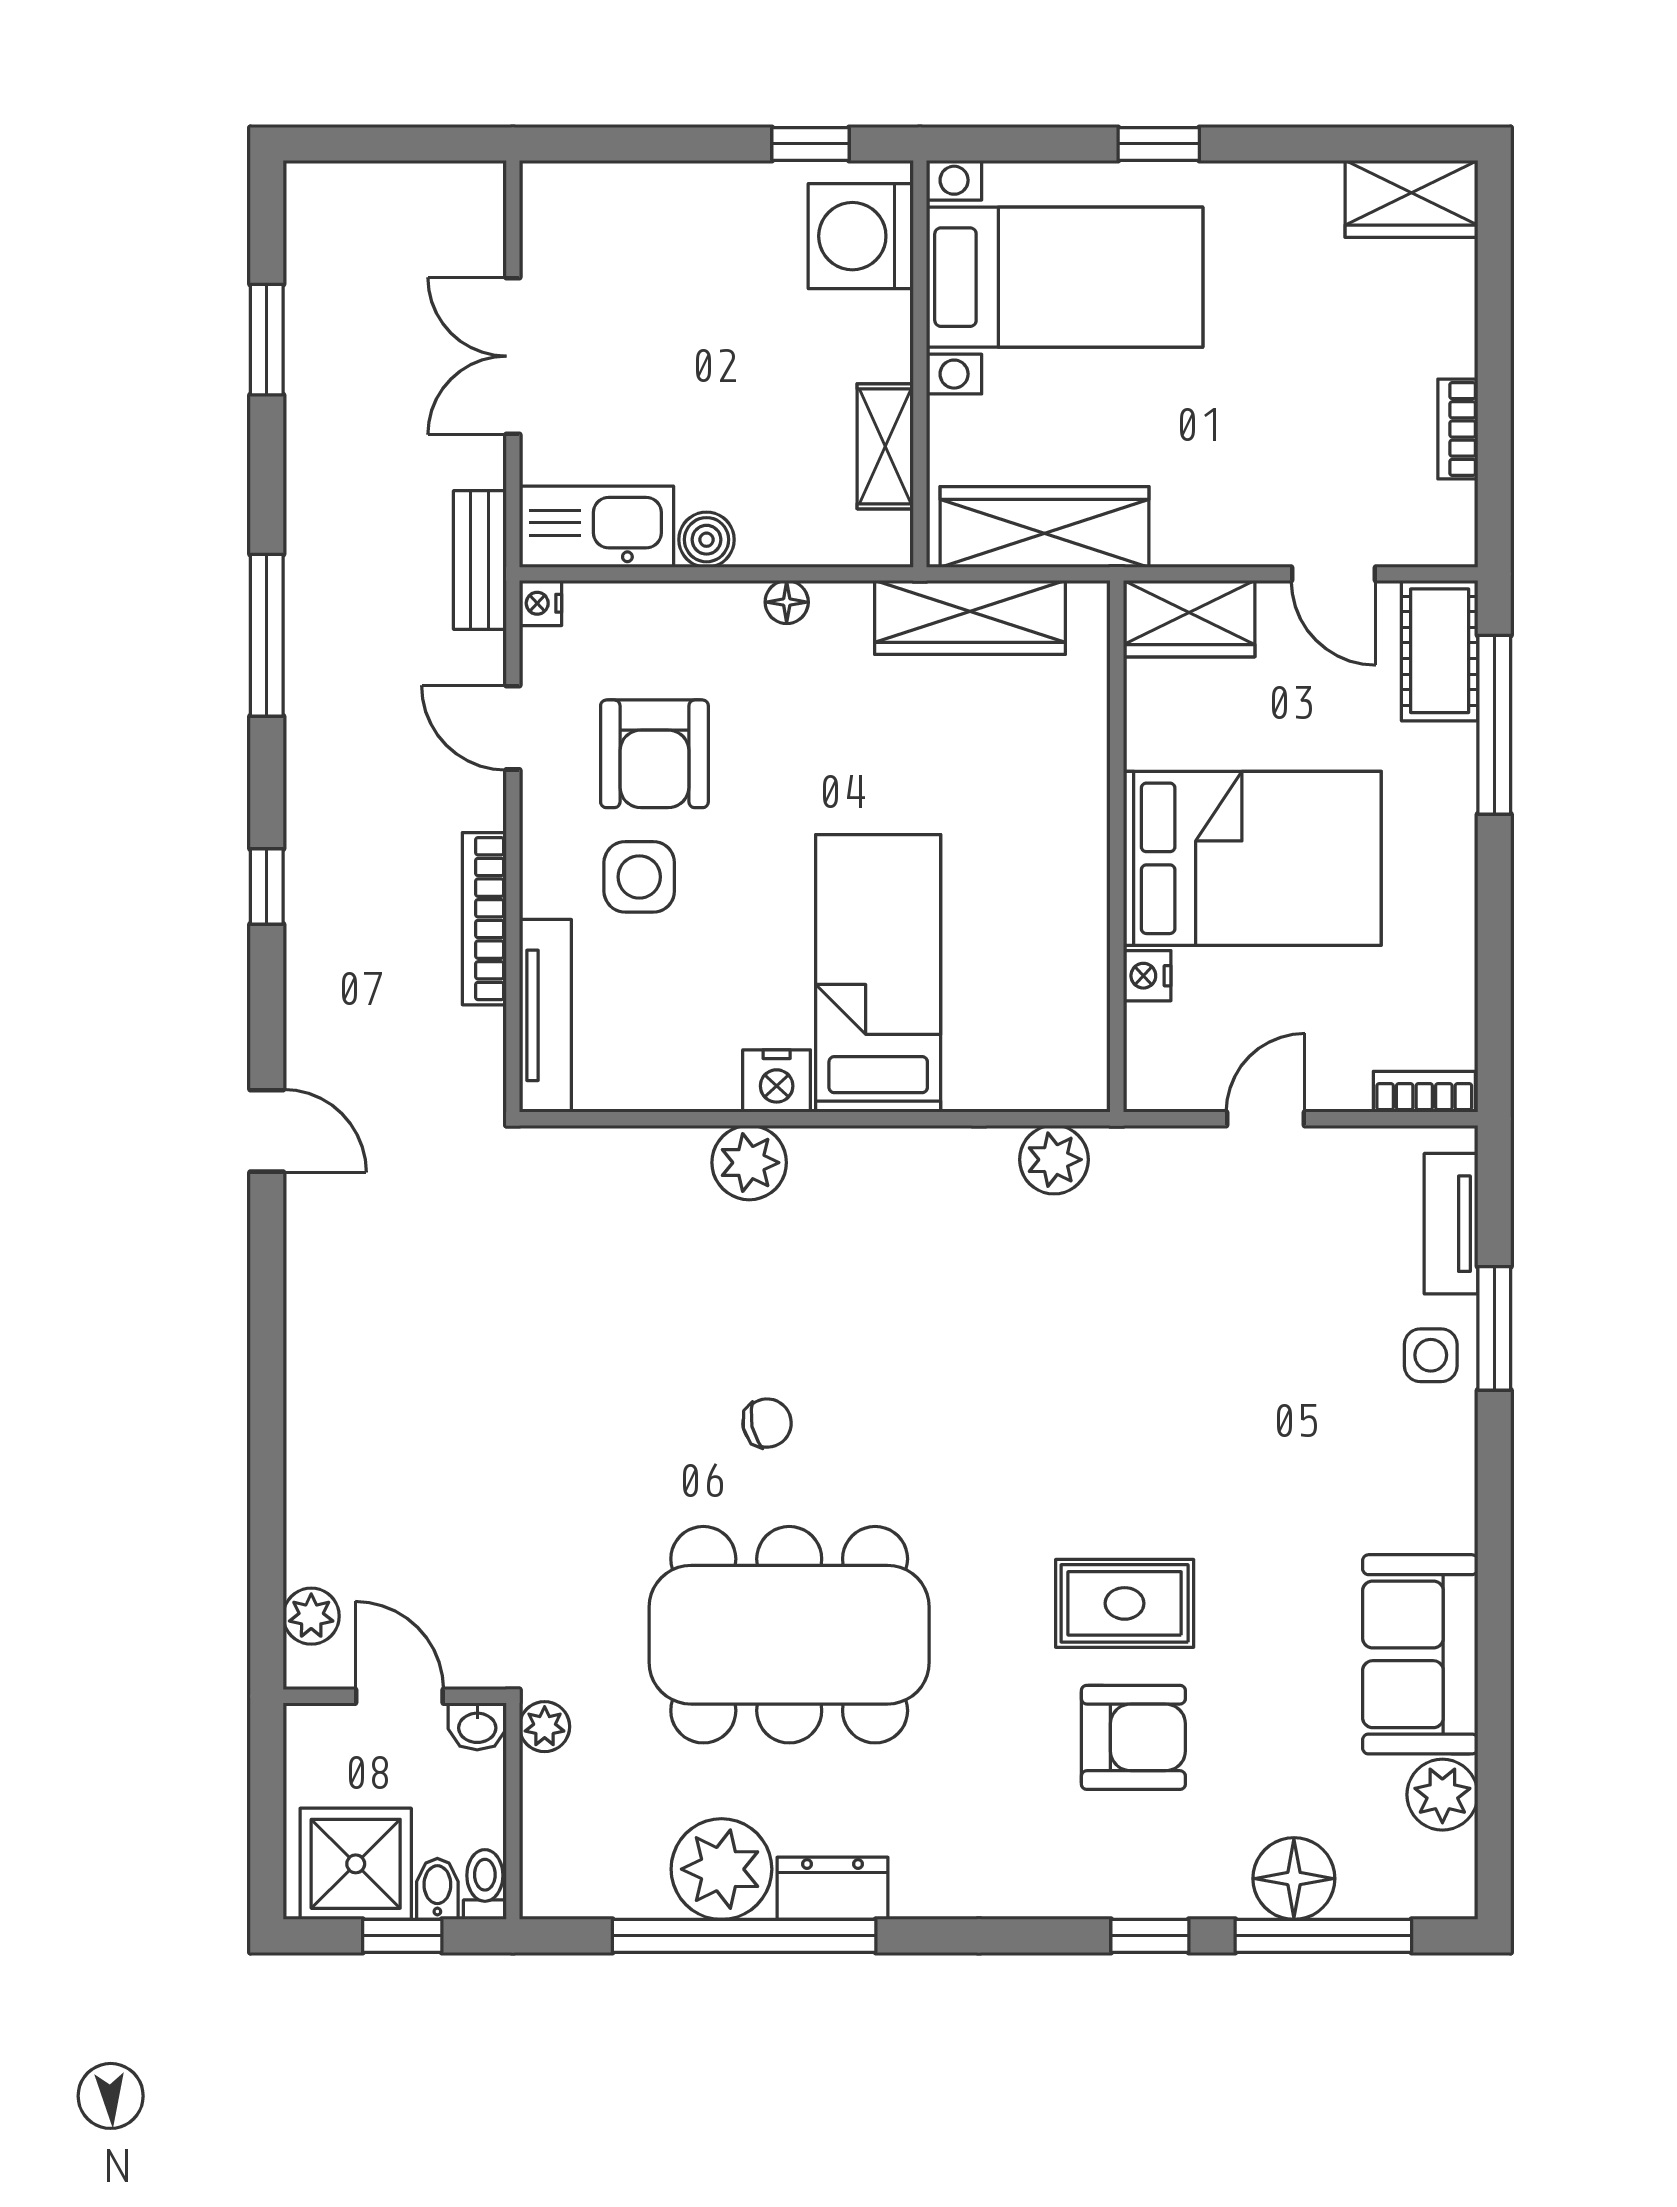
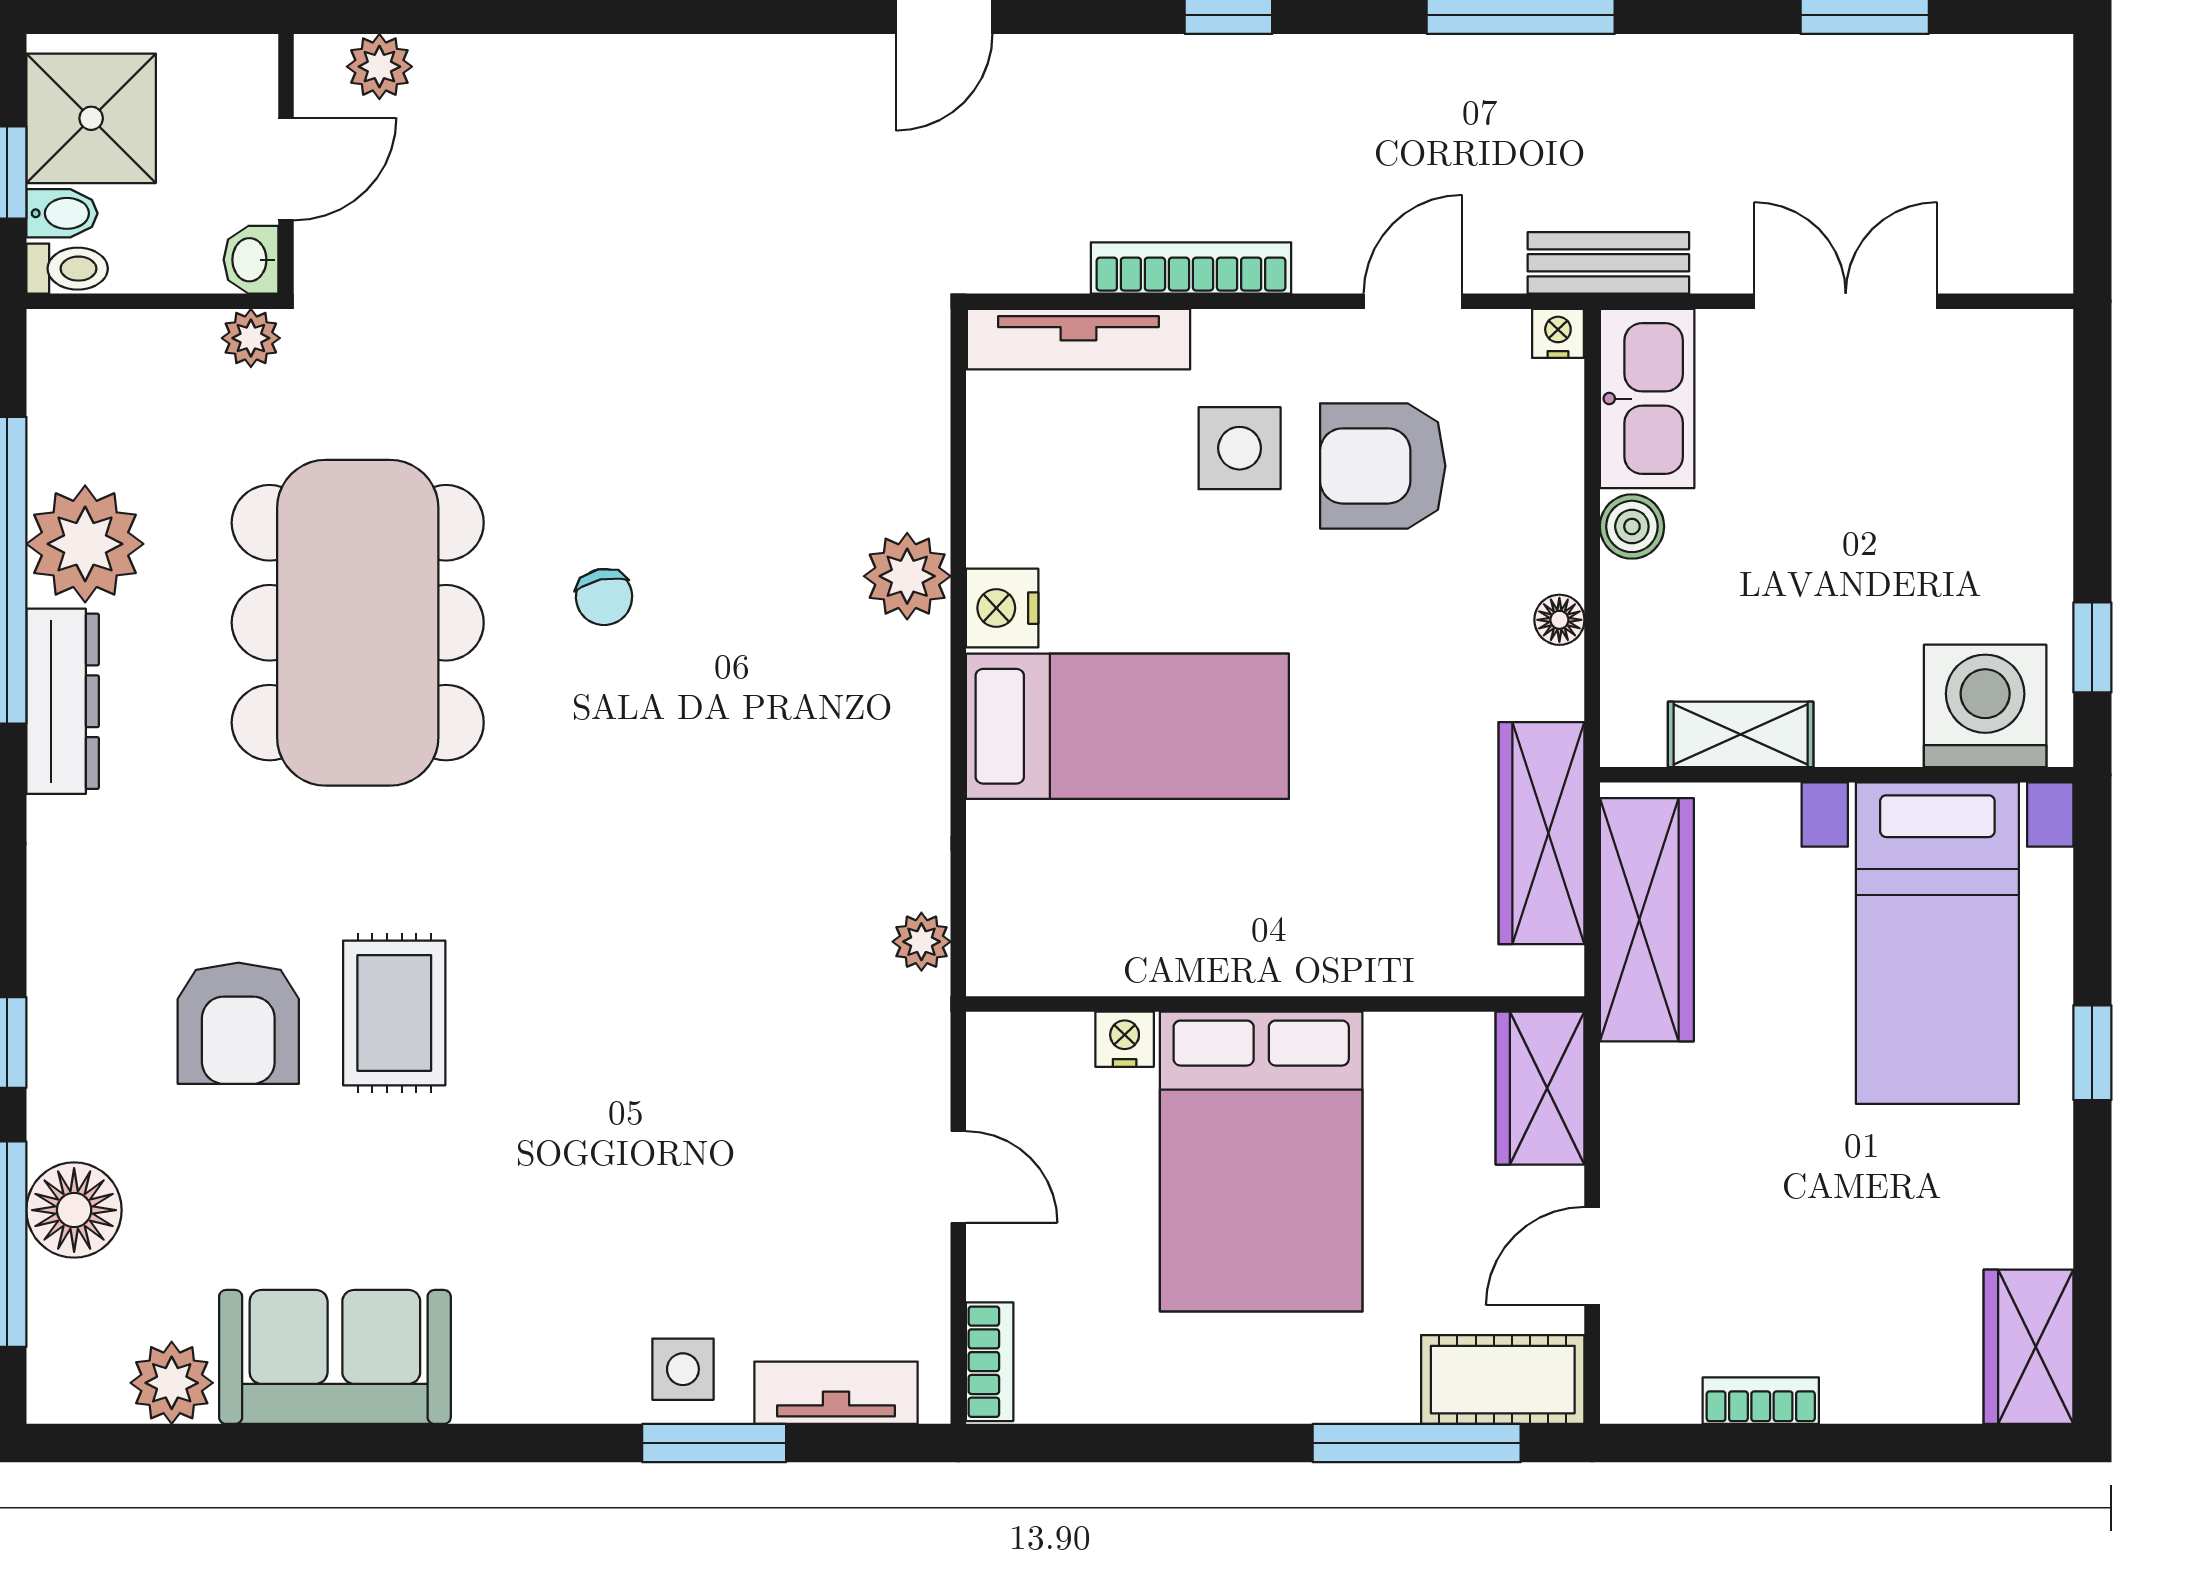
plant: (1054, 1160) -> (921, 942), width x0.73, depth x0.73
dresser: (833, 1888) -> (63, 701), width x1.44

